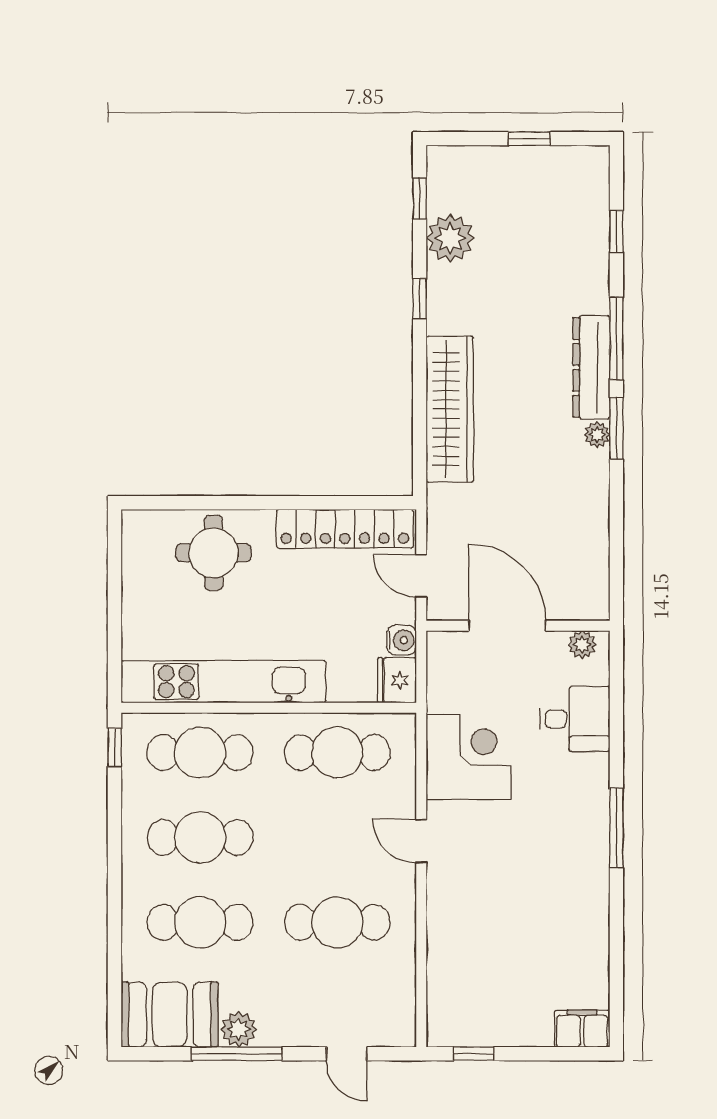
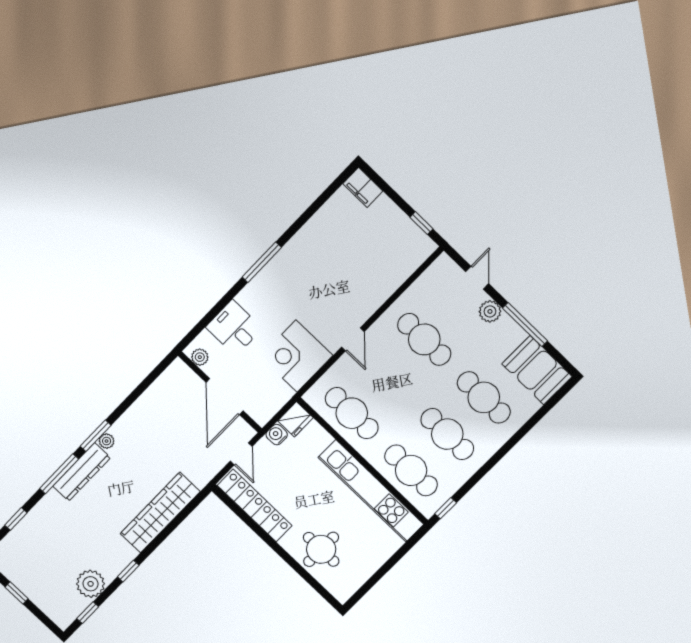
plant: (239, 1029) -> (490, 311), moved

